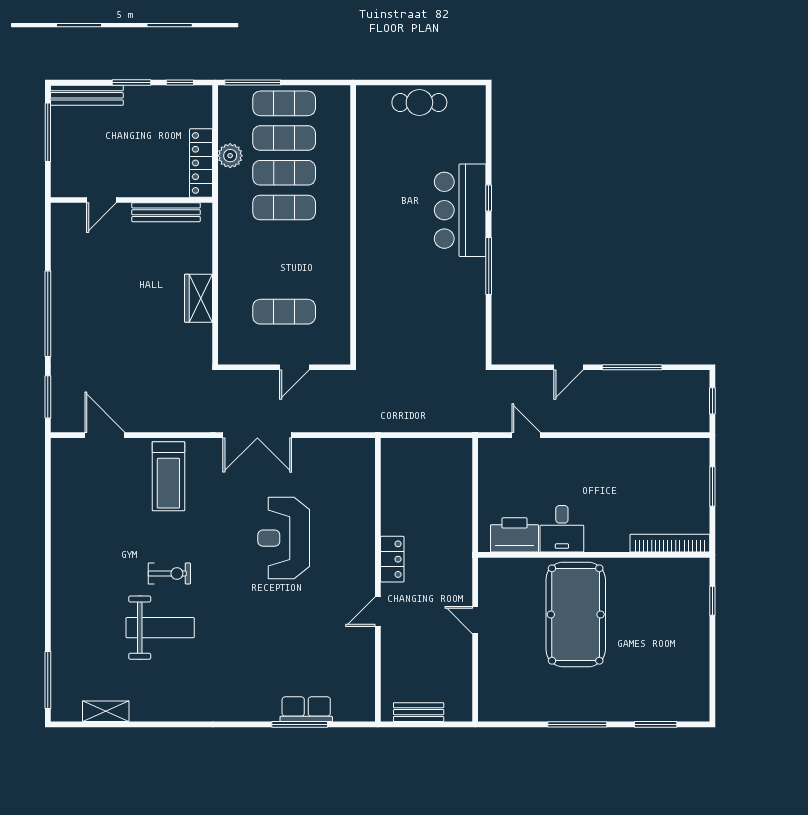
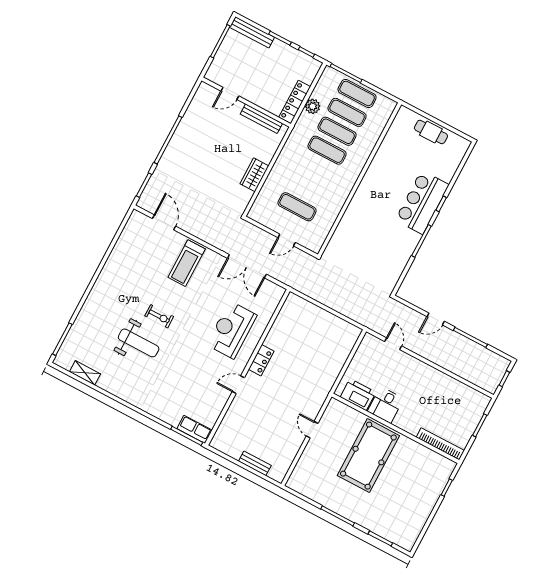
locker: (392, 559) -> (261, 360), moved
wall: (378, 580) -> (247, 367), moved
door: (378, 612) -> (238, 385), moved

